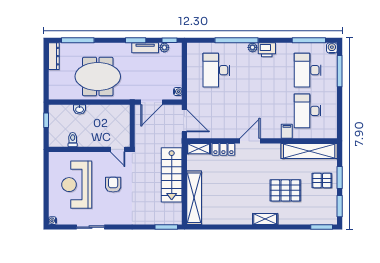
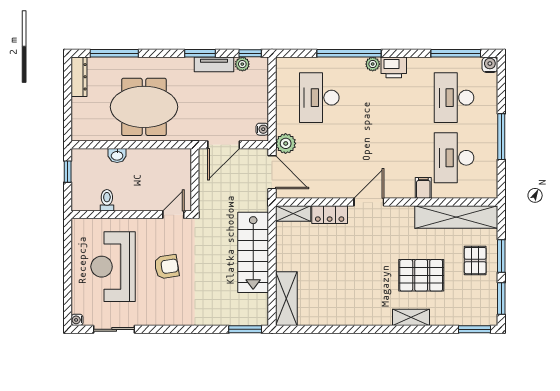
window: (340, 71) -> (501, 137), moved
plant: (194, 101) -> (286, 143), added
door: (118, 149) -> (173, 215), swing flipped
pallet: (322, 180) -> (475, 261), turned 90
armchair: (113, 185) -> (167, 267), turned 81
shelving: (194, 198) -> (286, 299), width x0.68
shelving: (265, 219) -> (411, 317), moved
sliding door: (90, 227) -> (114, 329), moved

